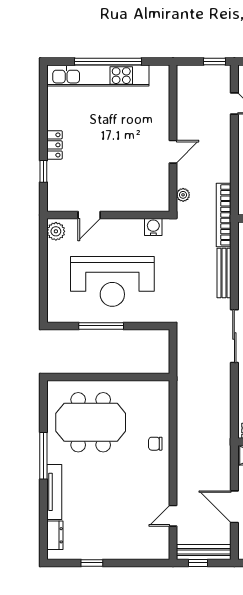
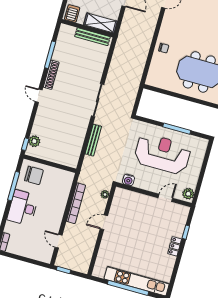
bookcase: (224, 215) -> (76, 203), moved

